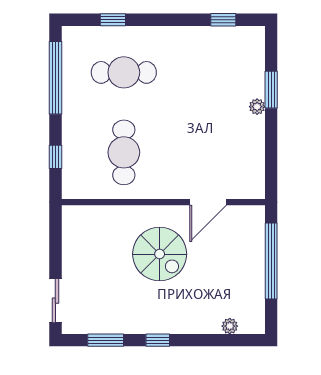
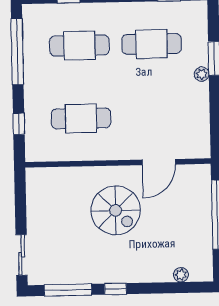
cafe table: (203, 72) -> (152, 44), added
cafe table: (124, 152) -> (81, 118), turned 90
window: (106, 340) -> (68, 290), width x1.44

